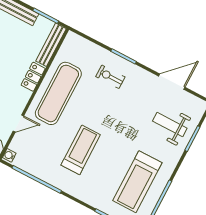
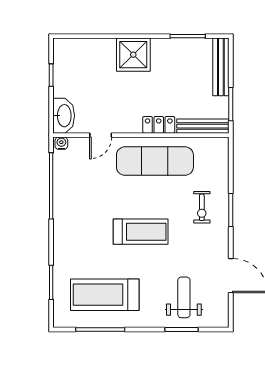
exercise bike: (110, 77) -> (202, 207), turned 180
door: (18, 123) -> (101, 135), hinge flipped
treadmill: (81, 150) -> (141, 232), moved

